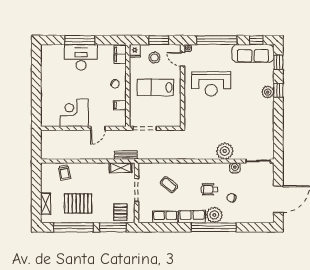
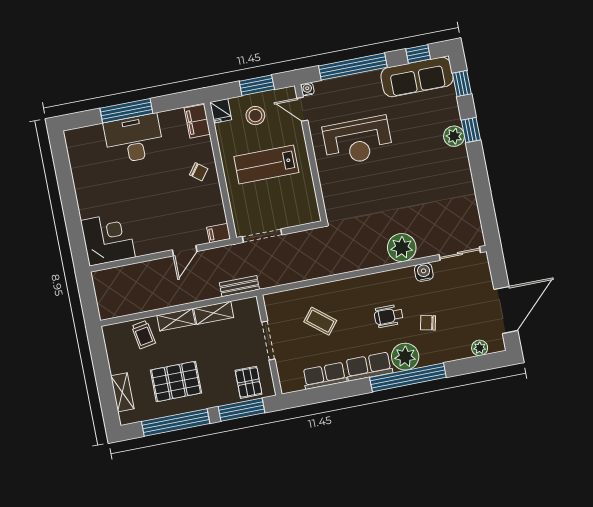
filing cabinet: (120, 105) -> (219, 233), moved
corner desk: (74, 113) -> (108, 239), moved, turned 90
shelving: (85, 168) -> (176, 320), added
shelving: (121, 168) -> (214, 313), moved
plant: (259, 218) -> (480, 348), added

